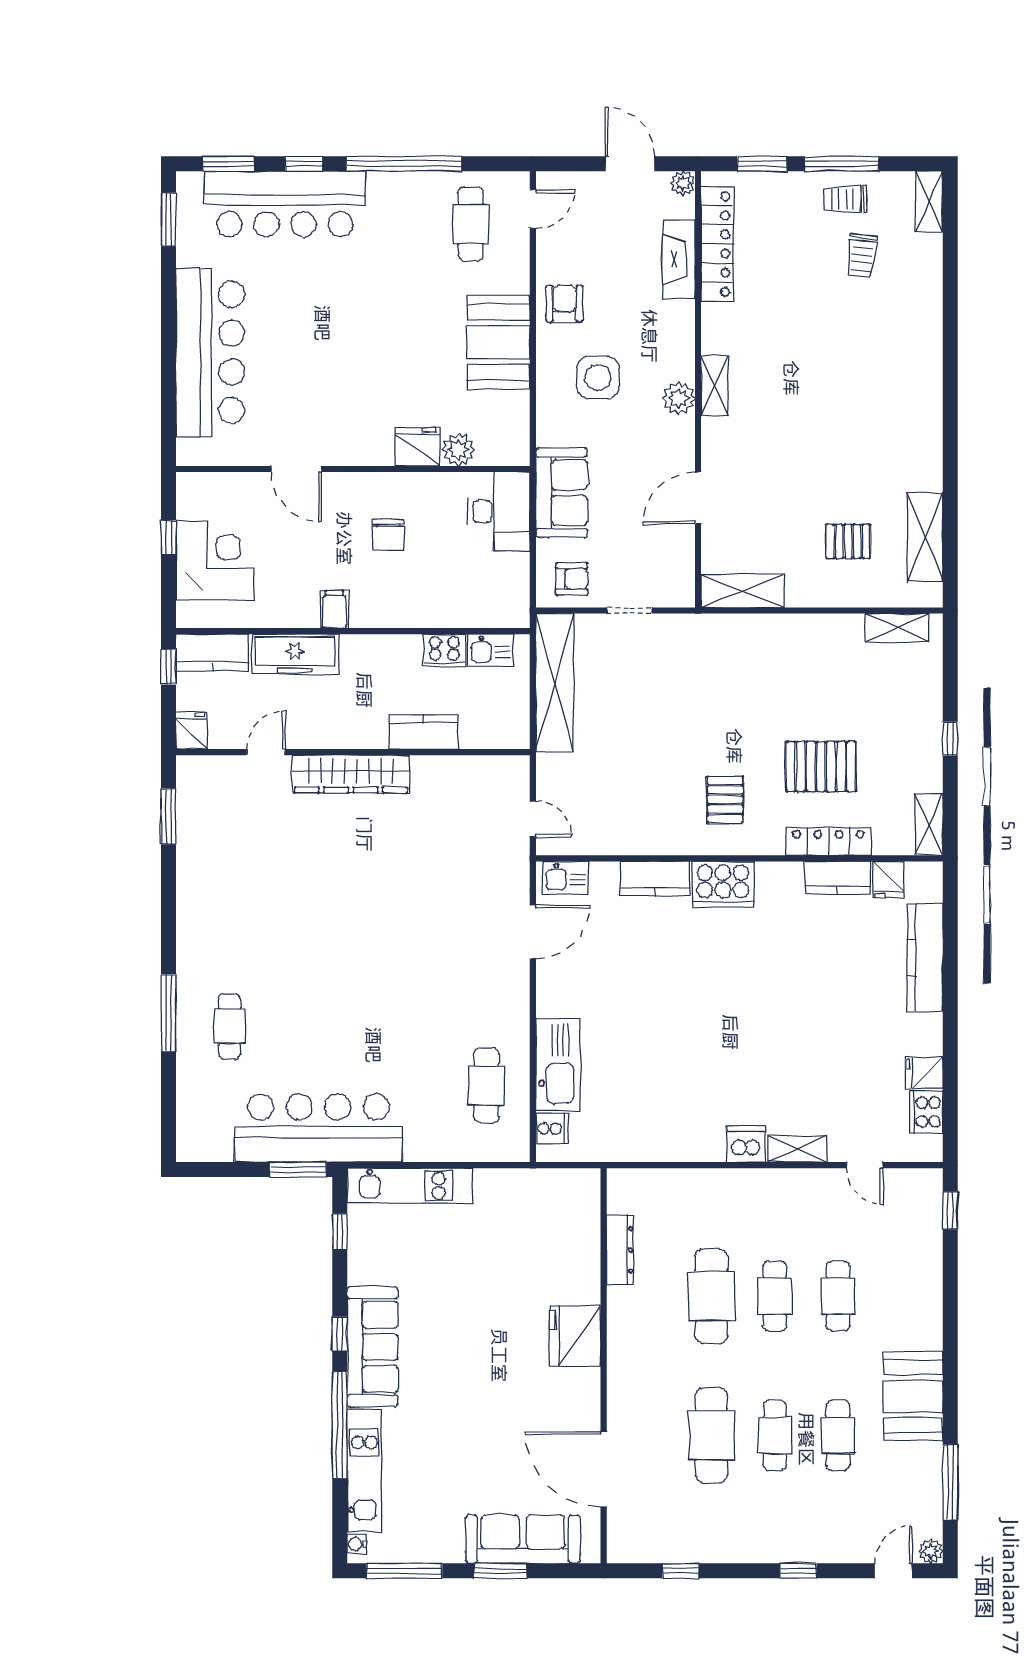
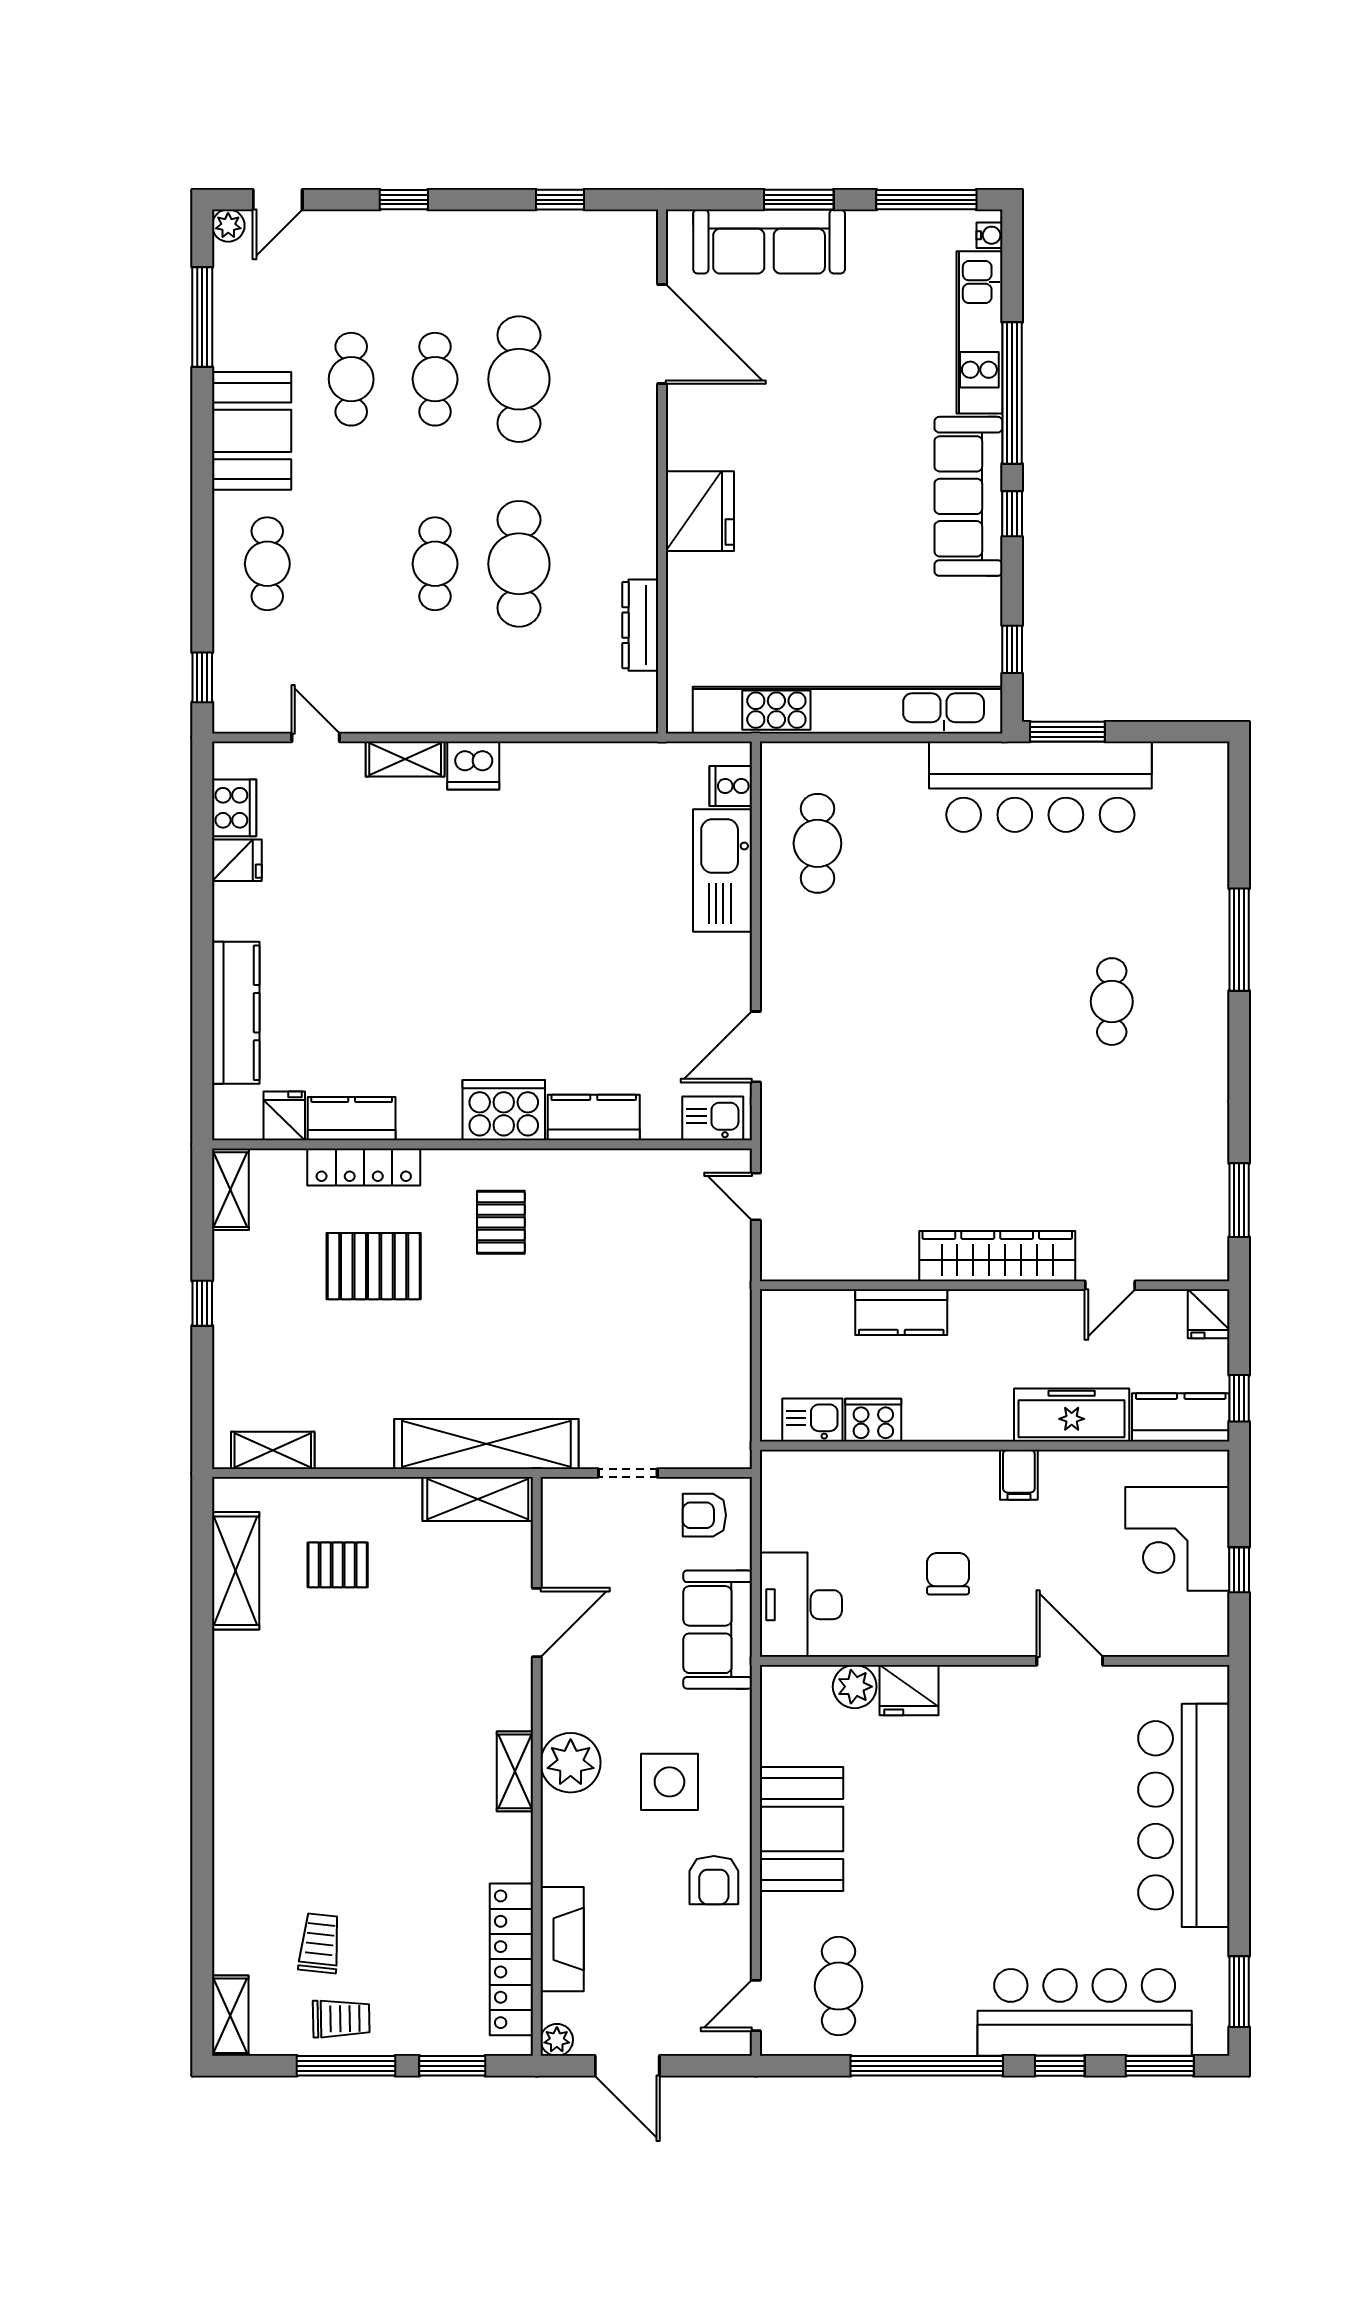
plant: (679, 398) -> (571, 1763), width x1.36, depth x1.36
shelving: (555, 683) -> (486, 1444), moved, turned 90
cafe table: (230, 1026) -> (1112, 1002), moved
kitchen unit: (410, 1186) -> (848, 710), width x1.86
cafe table: (838, 1296) -> (267, 564), moved

